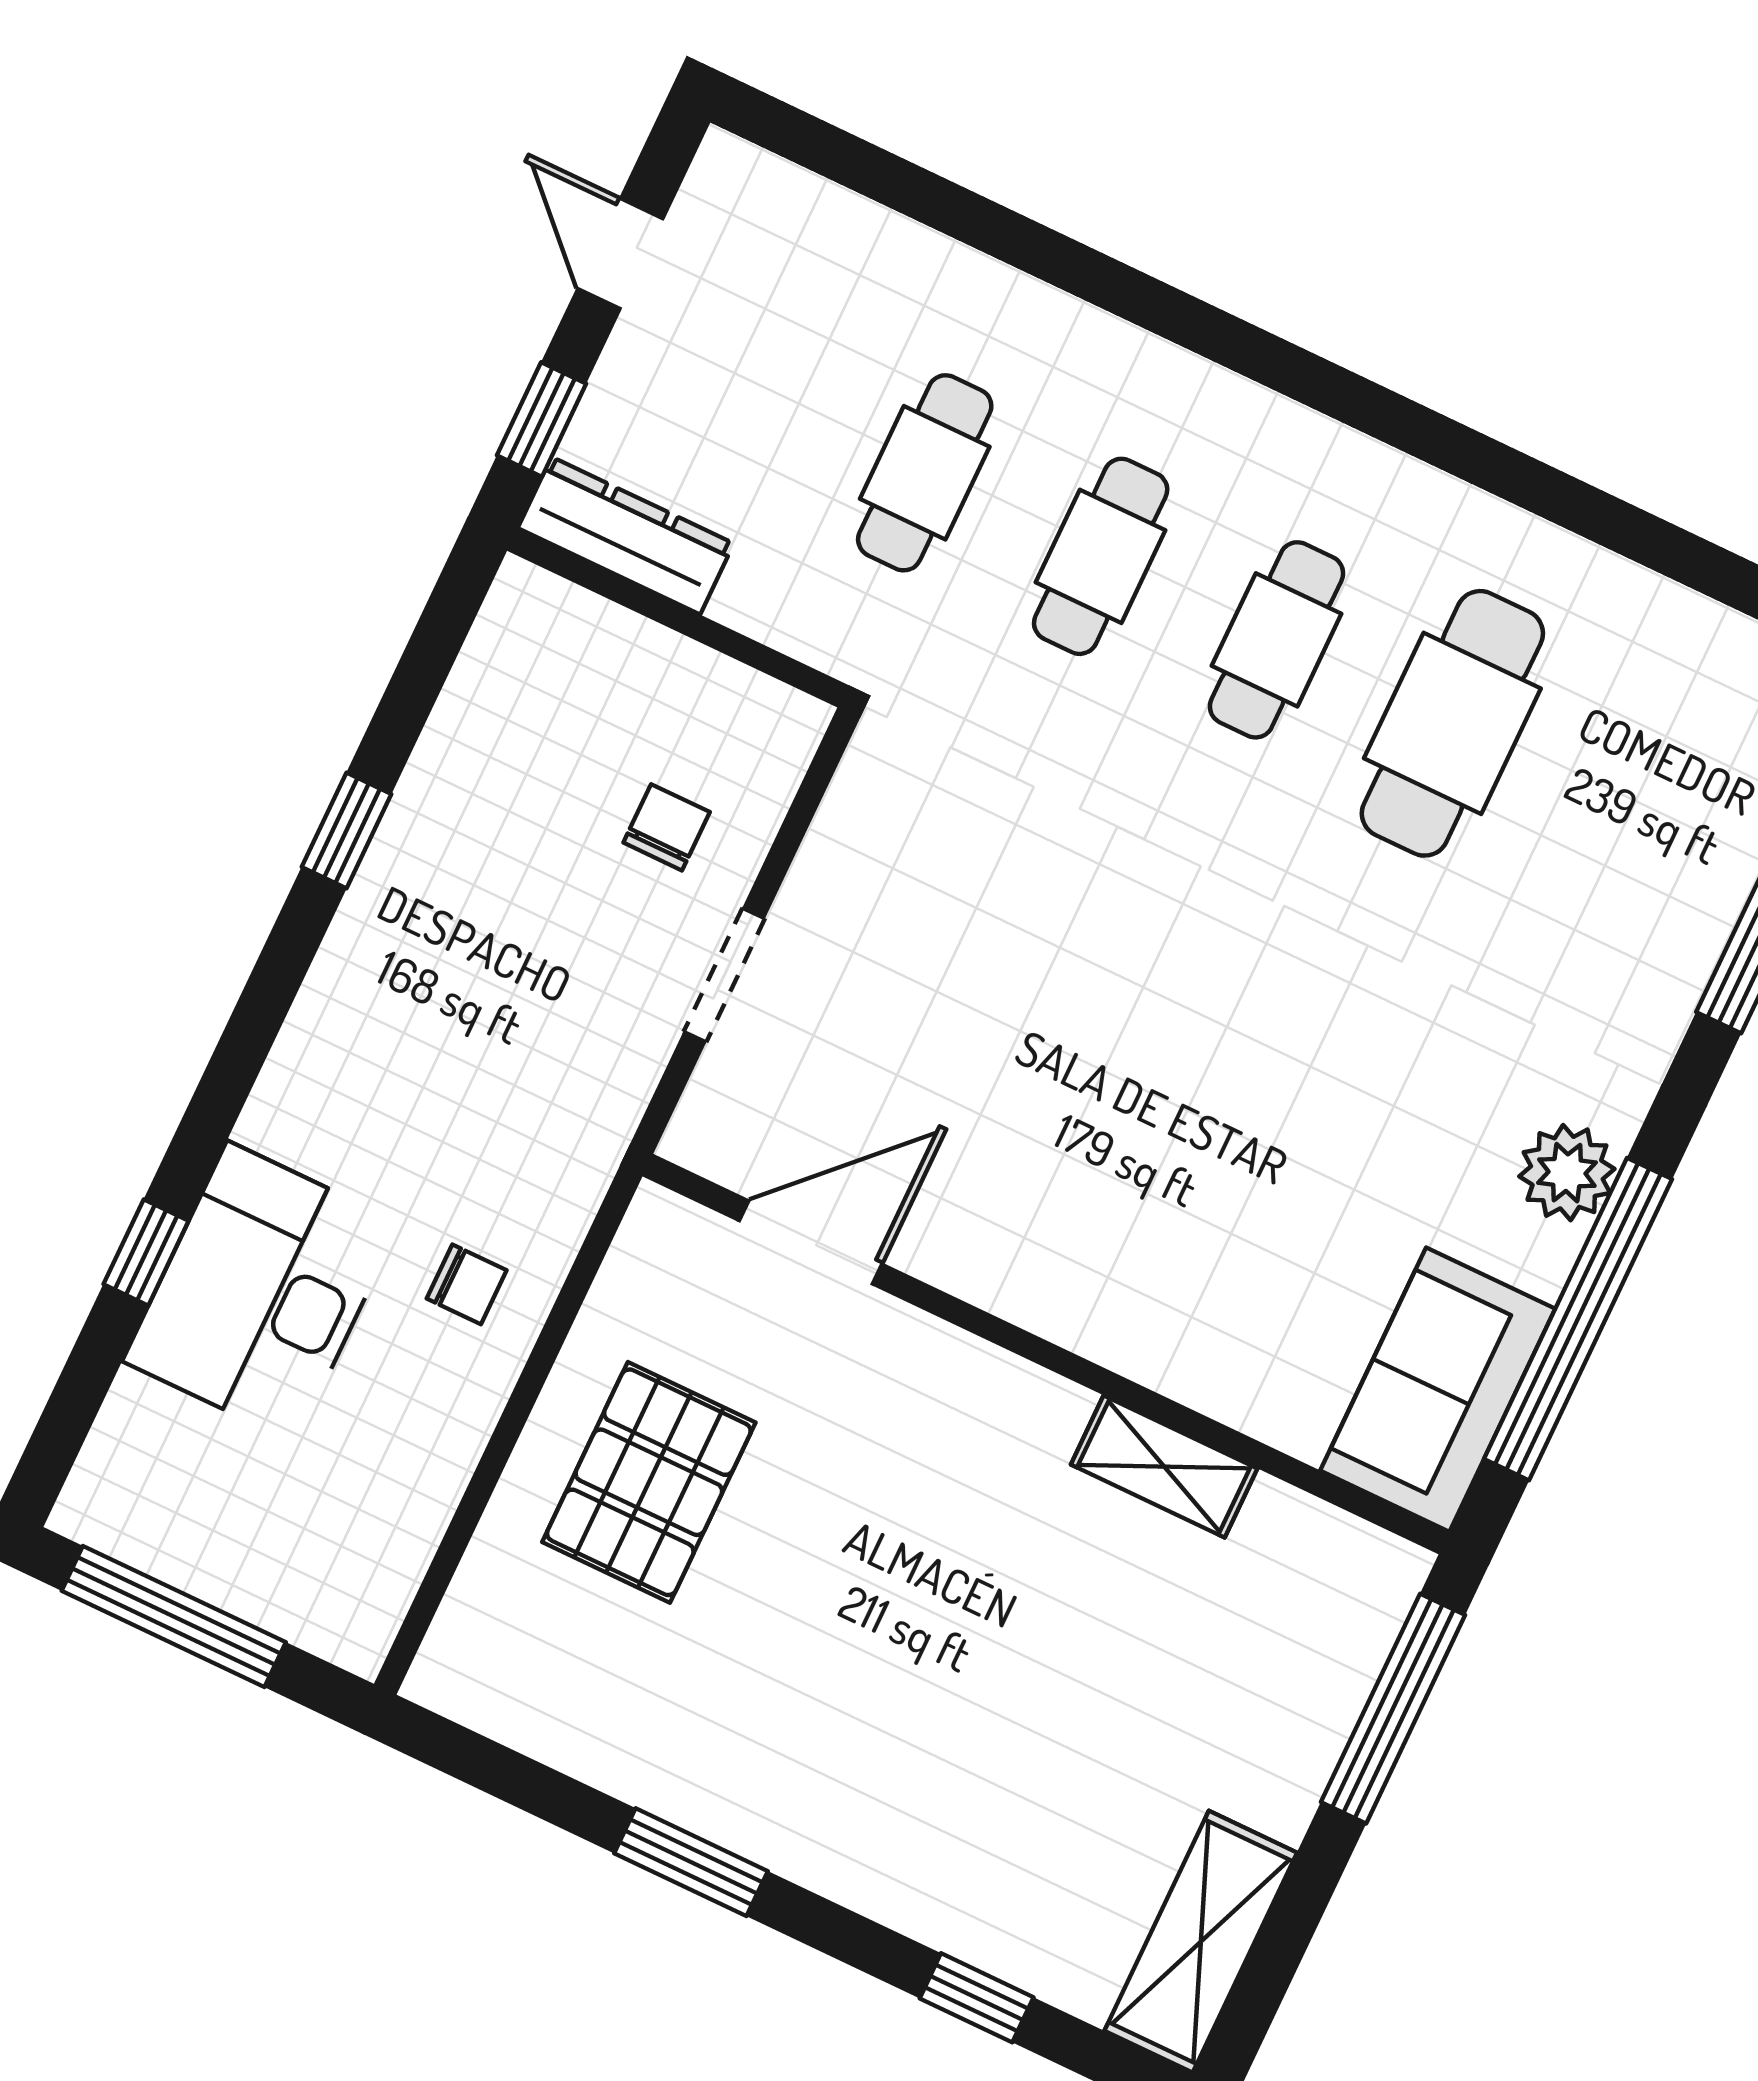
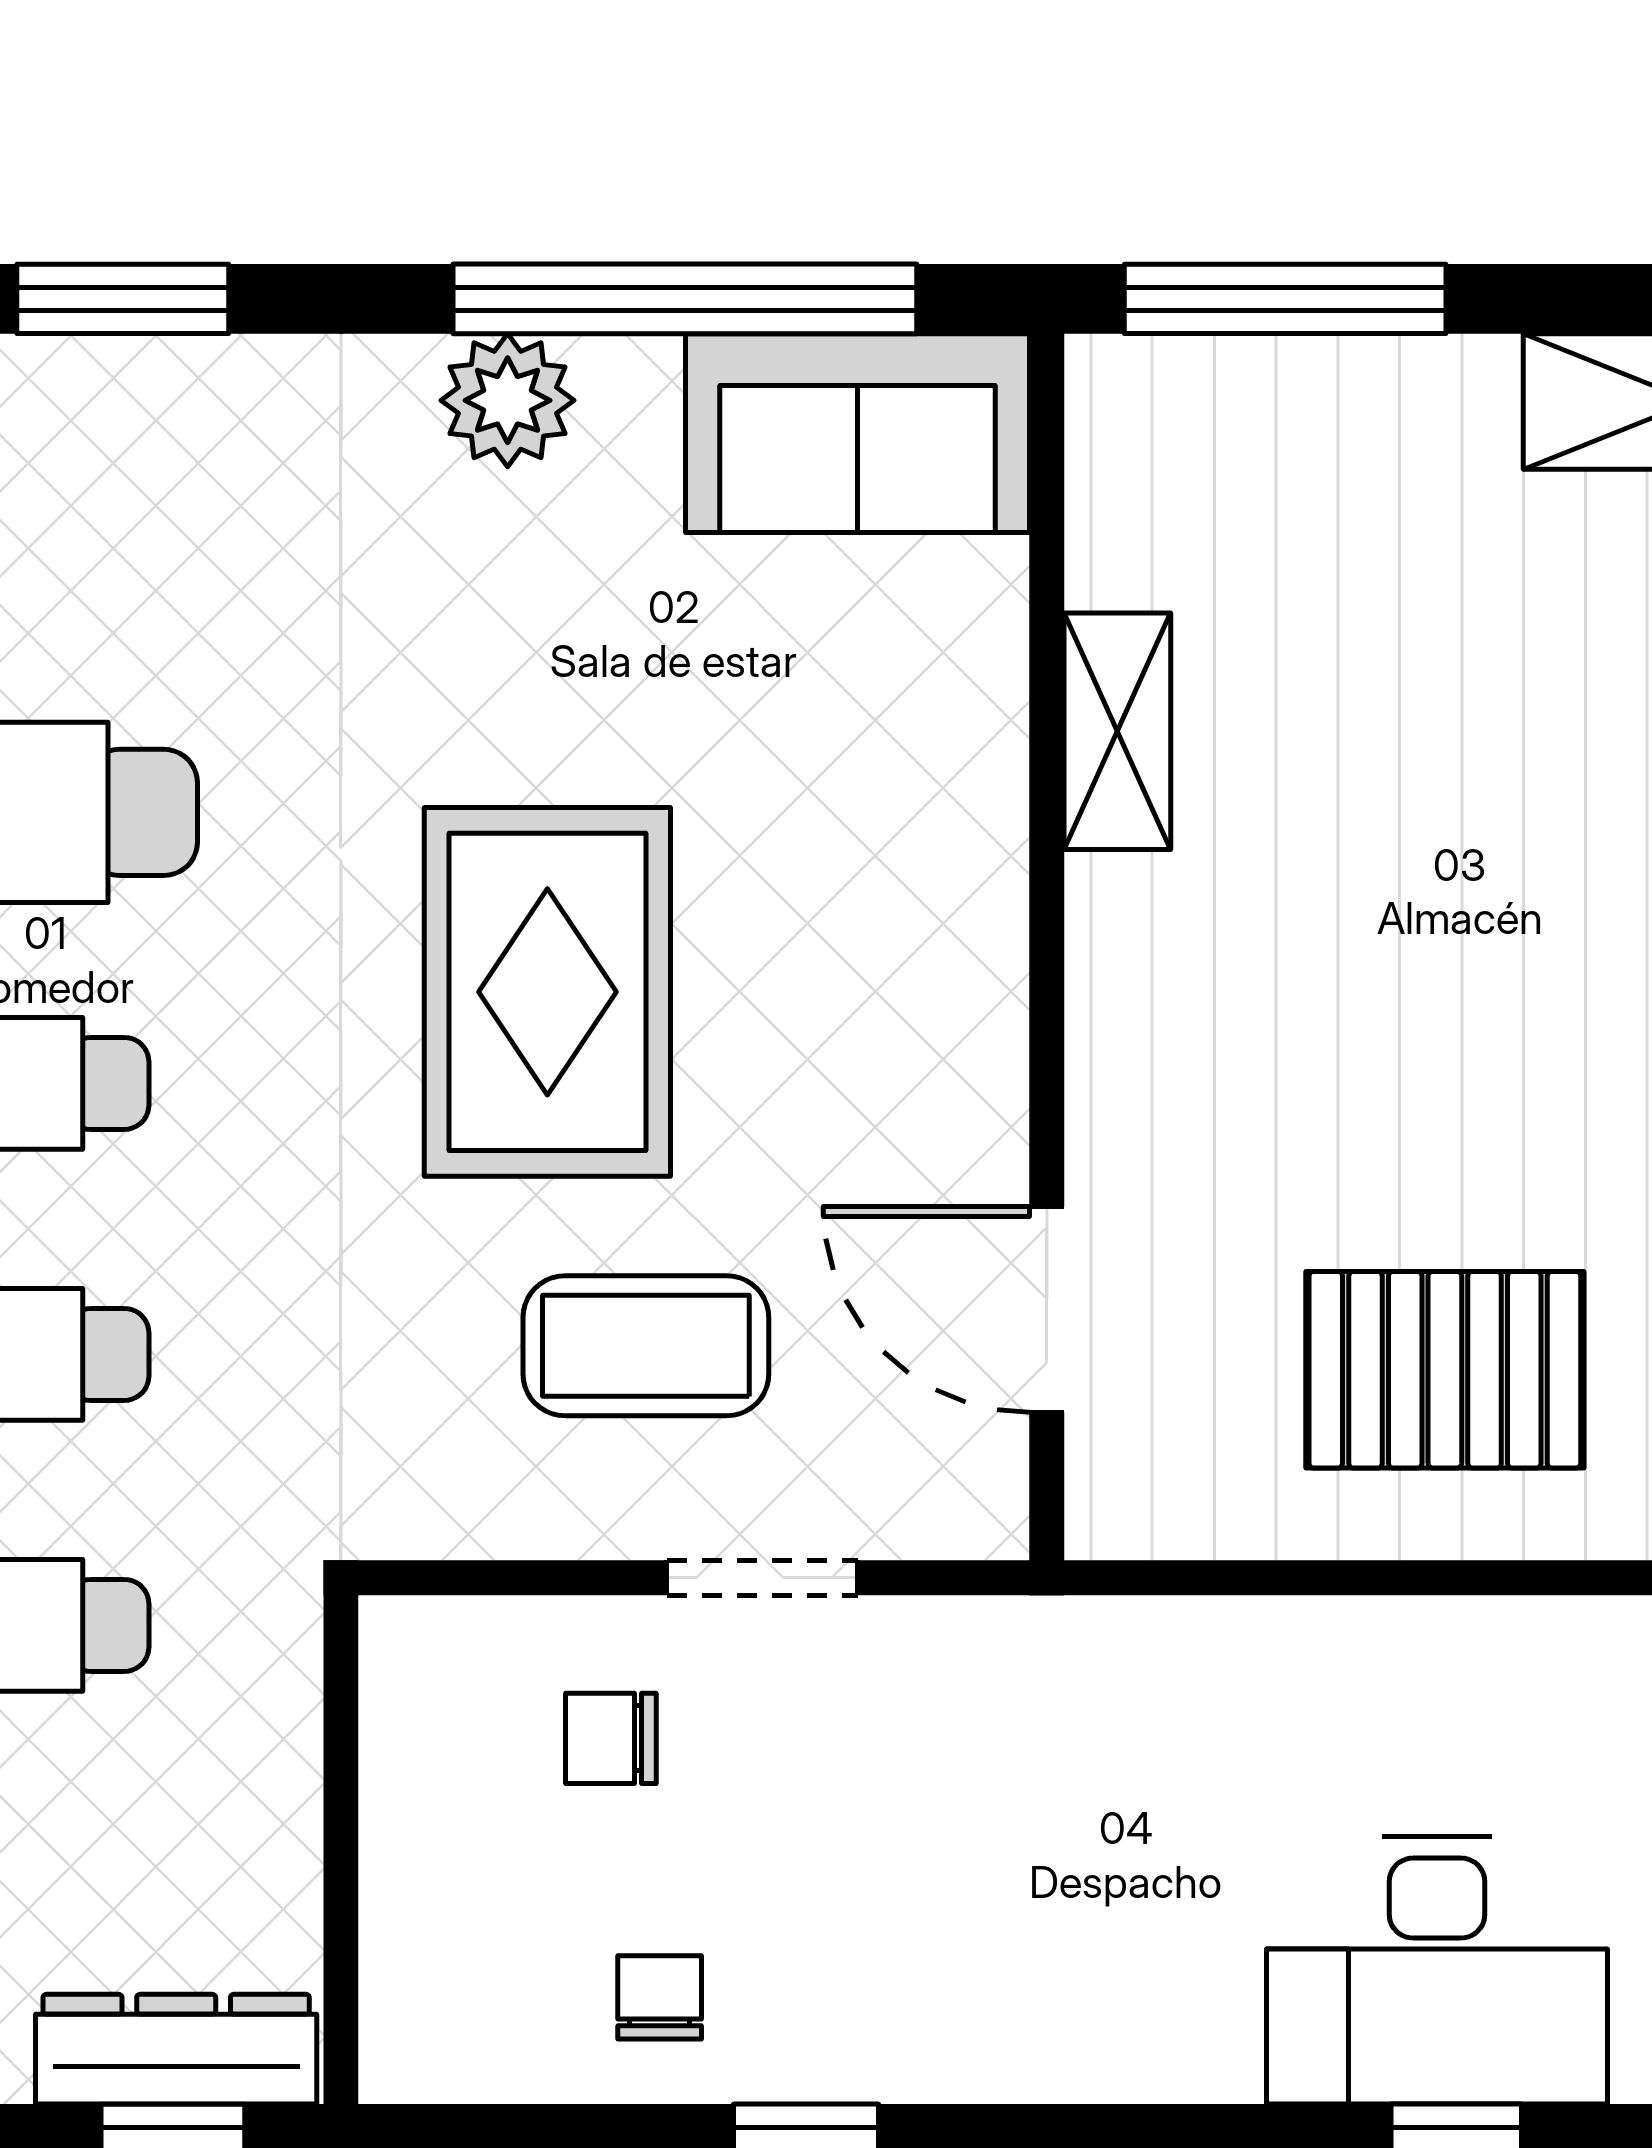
dresser: (626, 536) -> (176, 2049), moved, turned 90
coffee table: (911, 971) -> (646, 1346), added
rug: (1171, 1016) -> (547, 992), added
chair: (467, 1284) -> (660, 1997), moved

